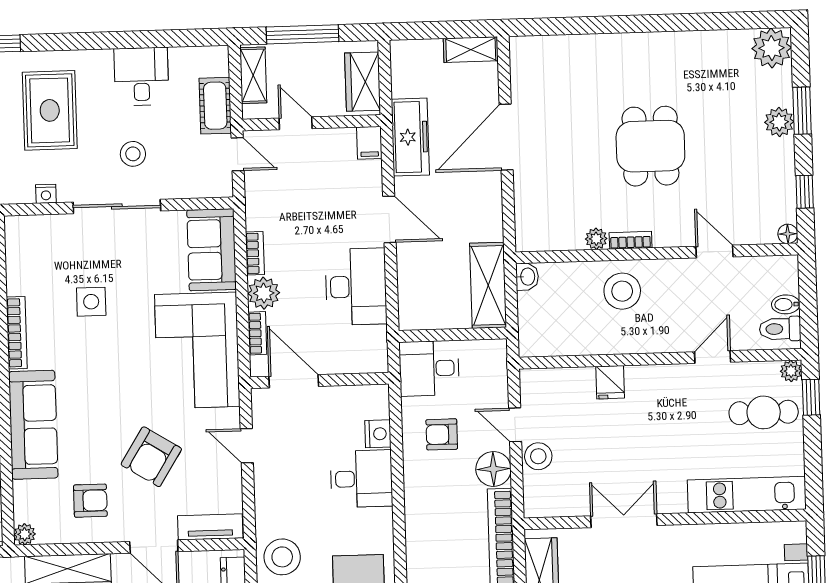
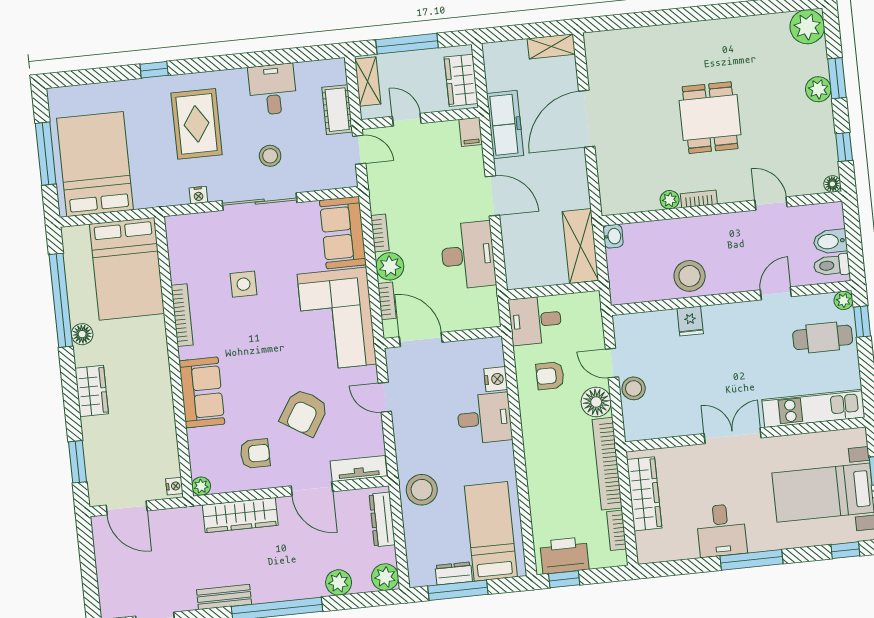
stool: (622, 291) -> (690, 276), moved
bidet: (786, 304) -> (830, 241), width x1.38, depth x1.36
sofa: (33, 425) -> (202, 392), width x0.73
double door: (624, 521) -> (733, 436), moved

